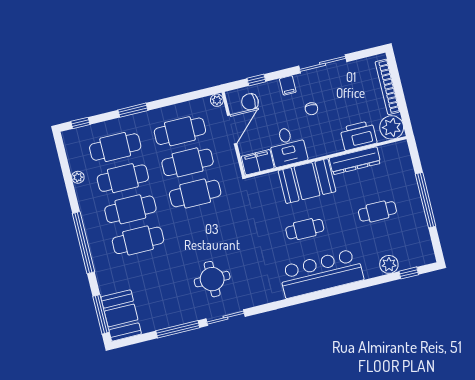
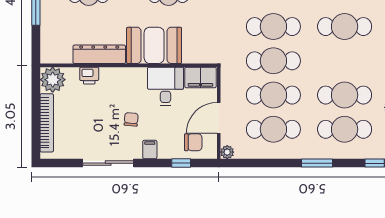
printer: (358, 135) -> (89, 76), width x0.53, depth x0.68
cafe table: (130, 209) -> (273, 27), moved

